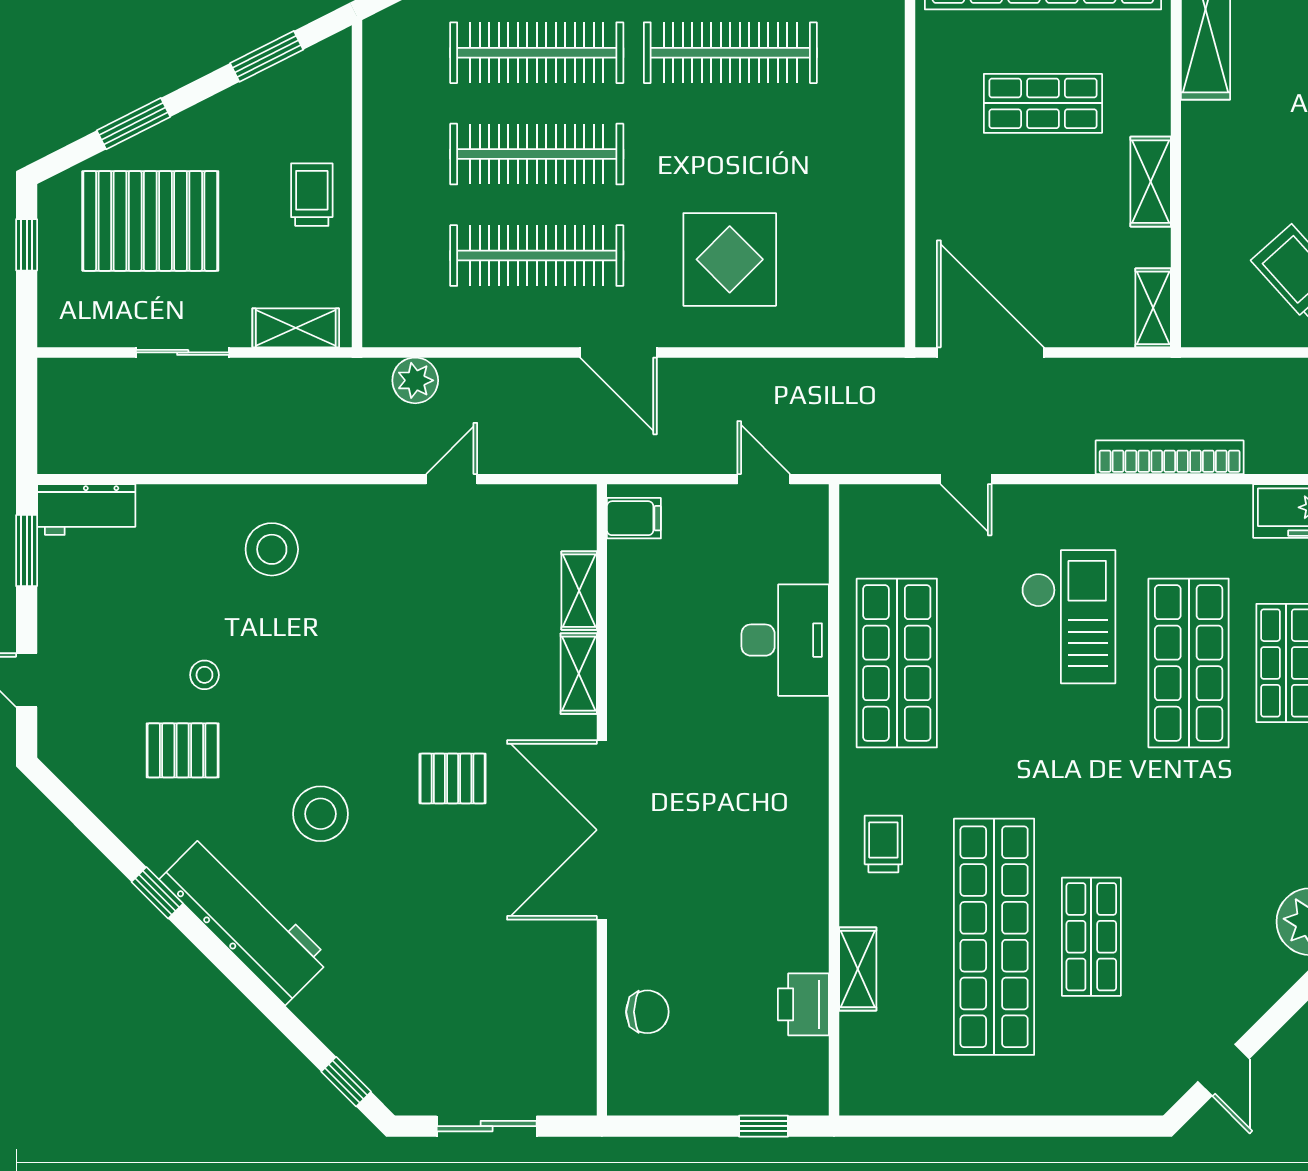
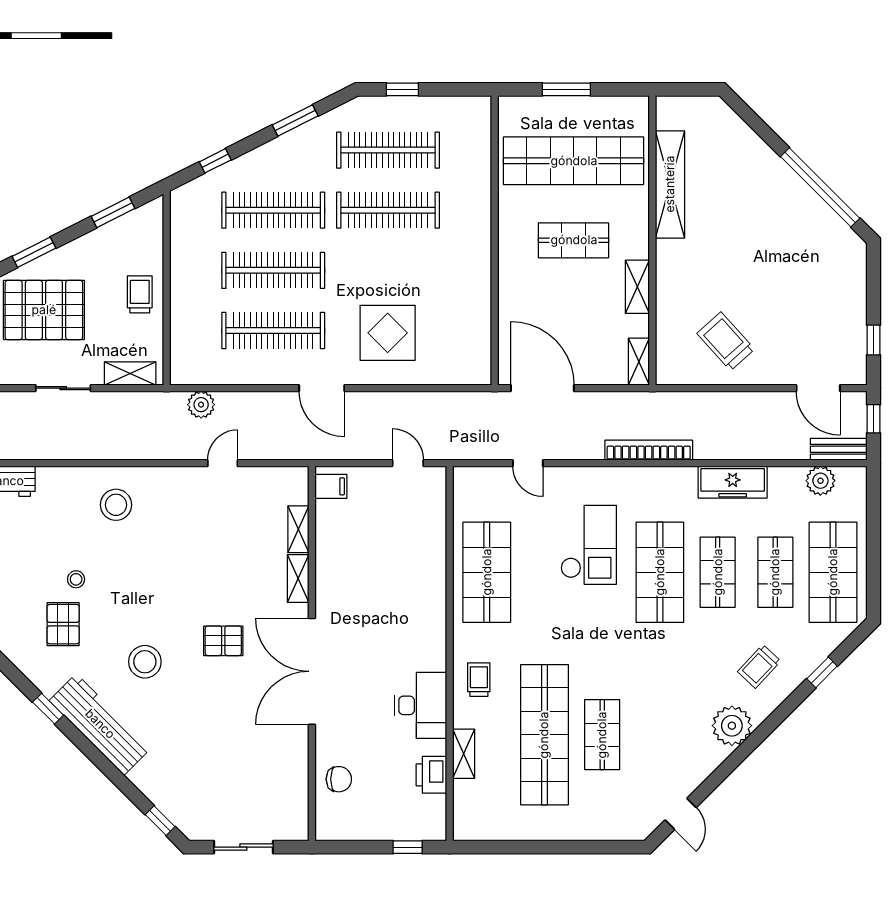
desk: (785, 640) -> (421, 705), moved
pallet: (183, 750) -> (63, 624), turned 90

